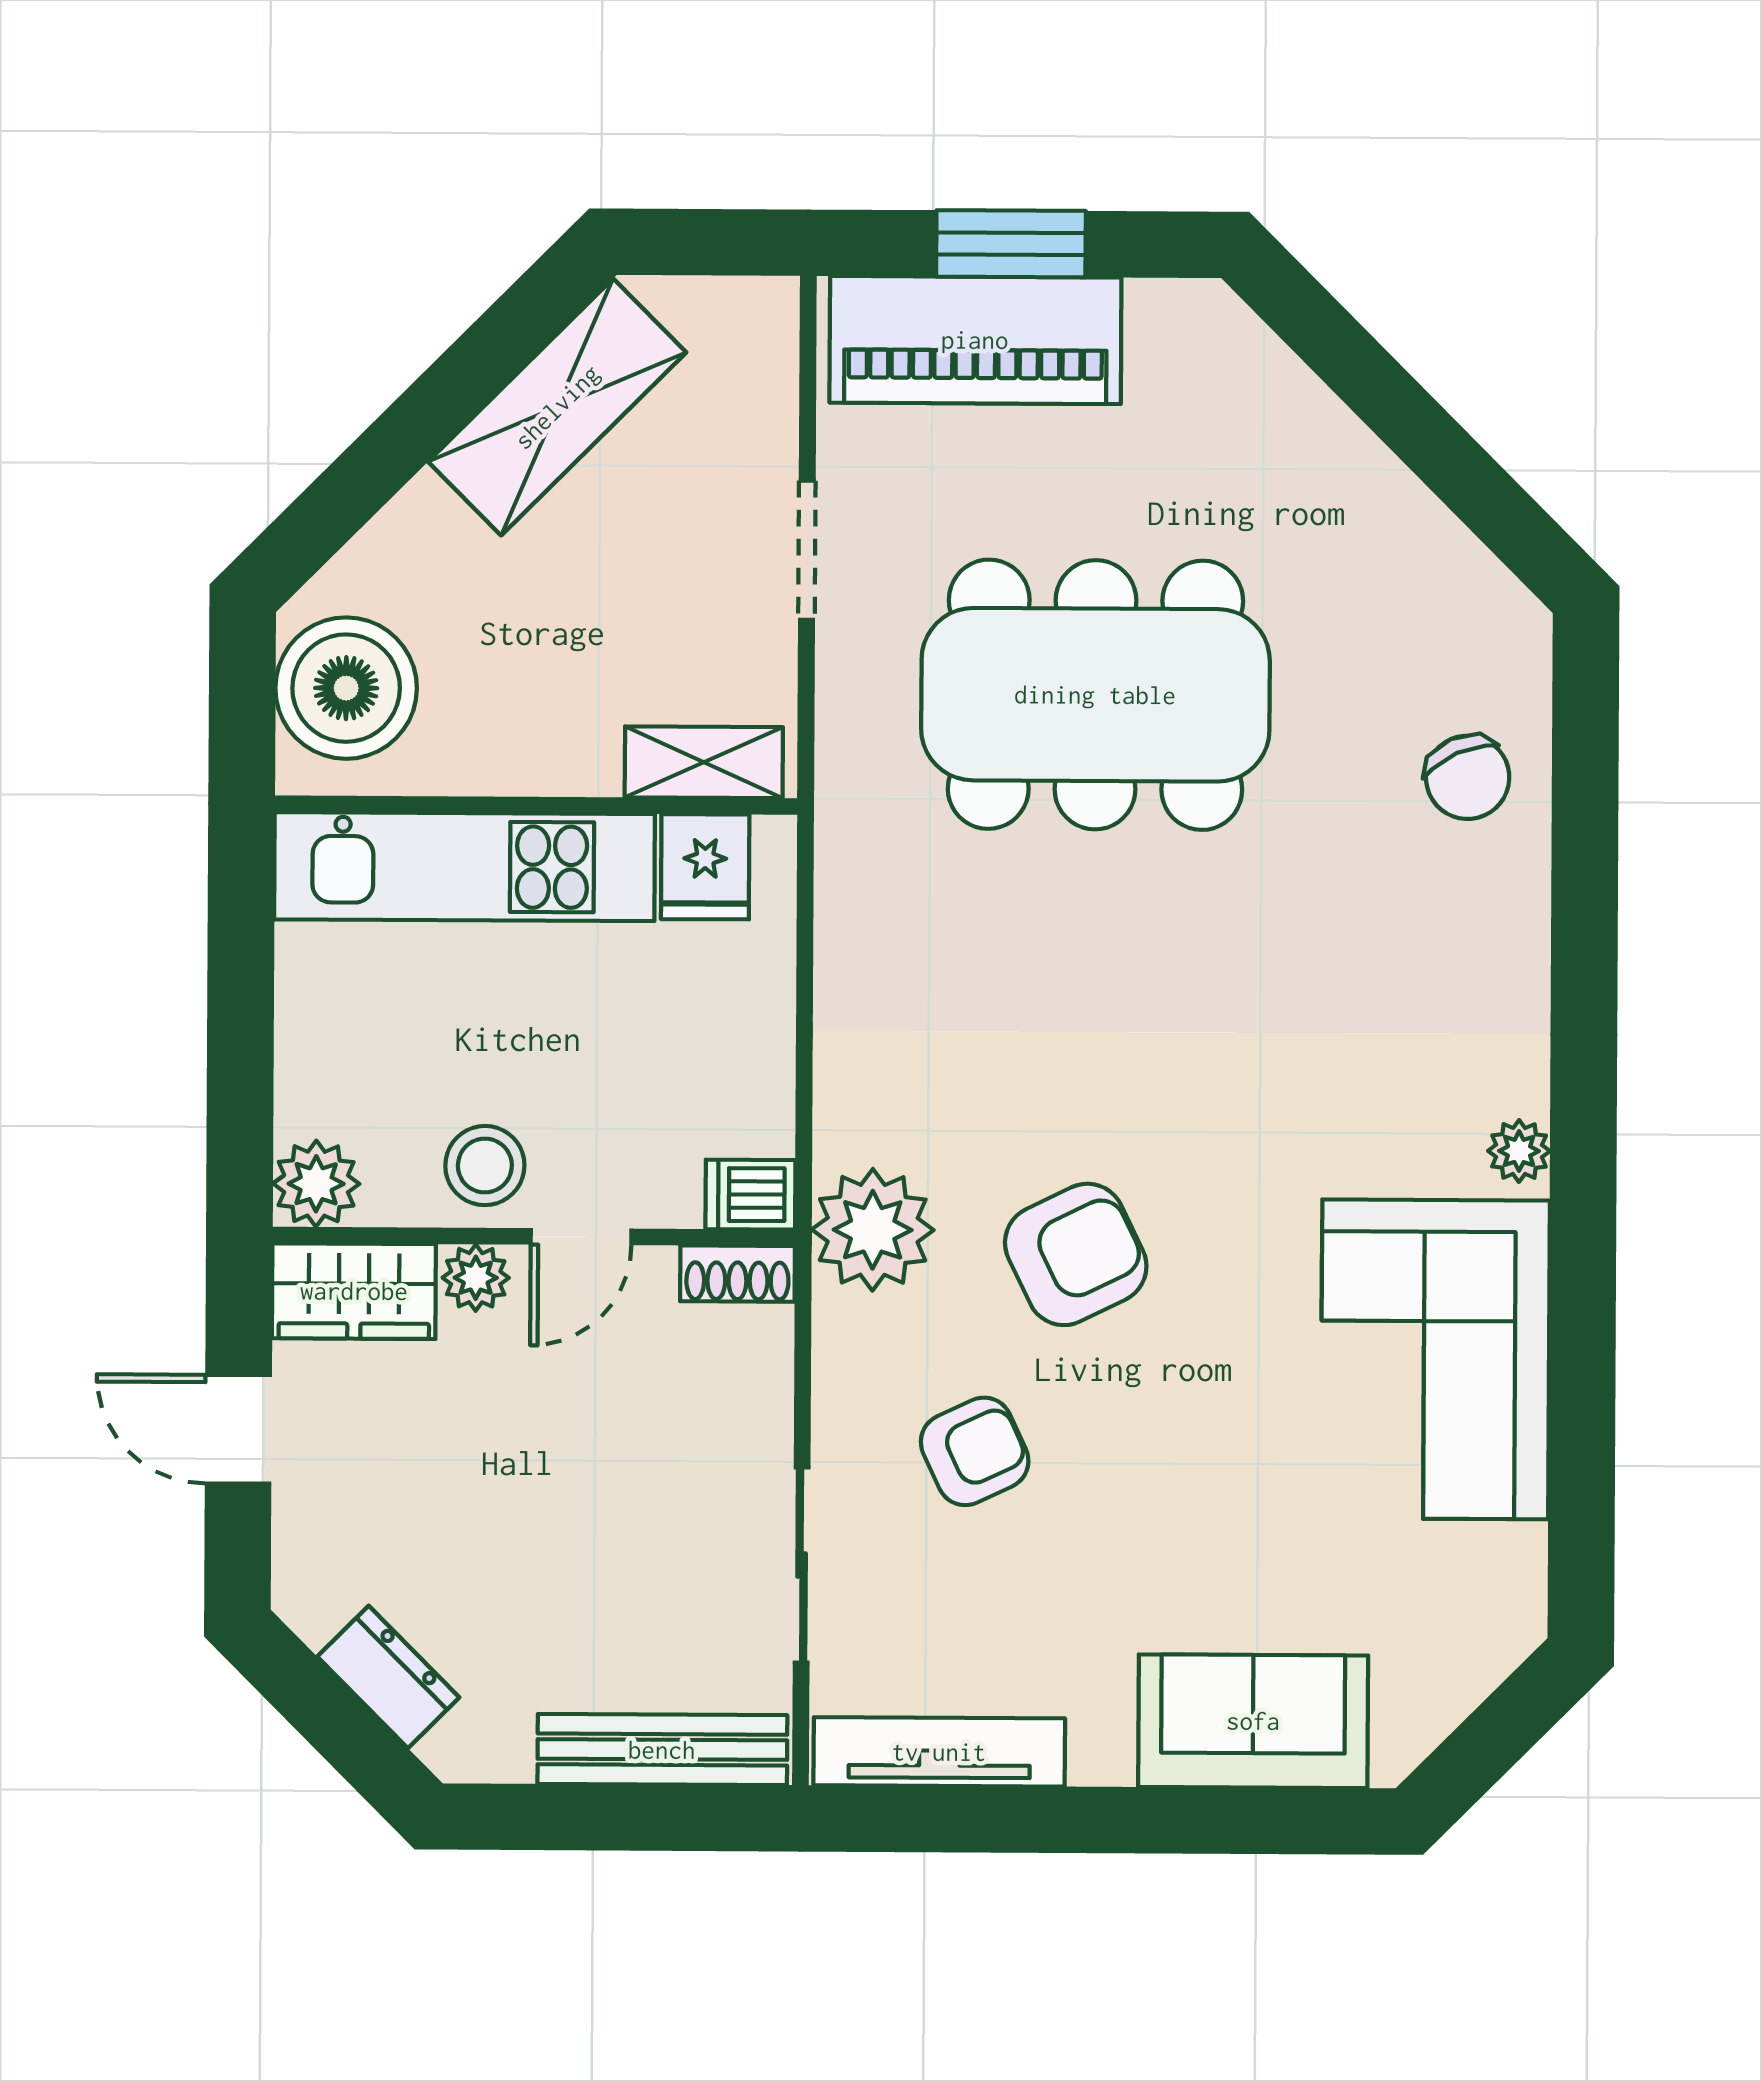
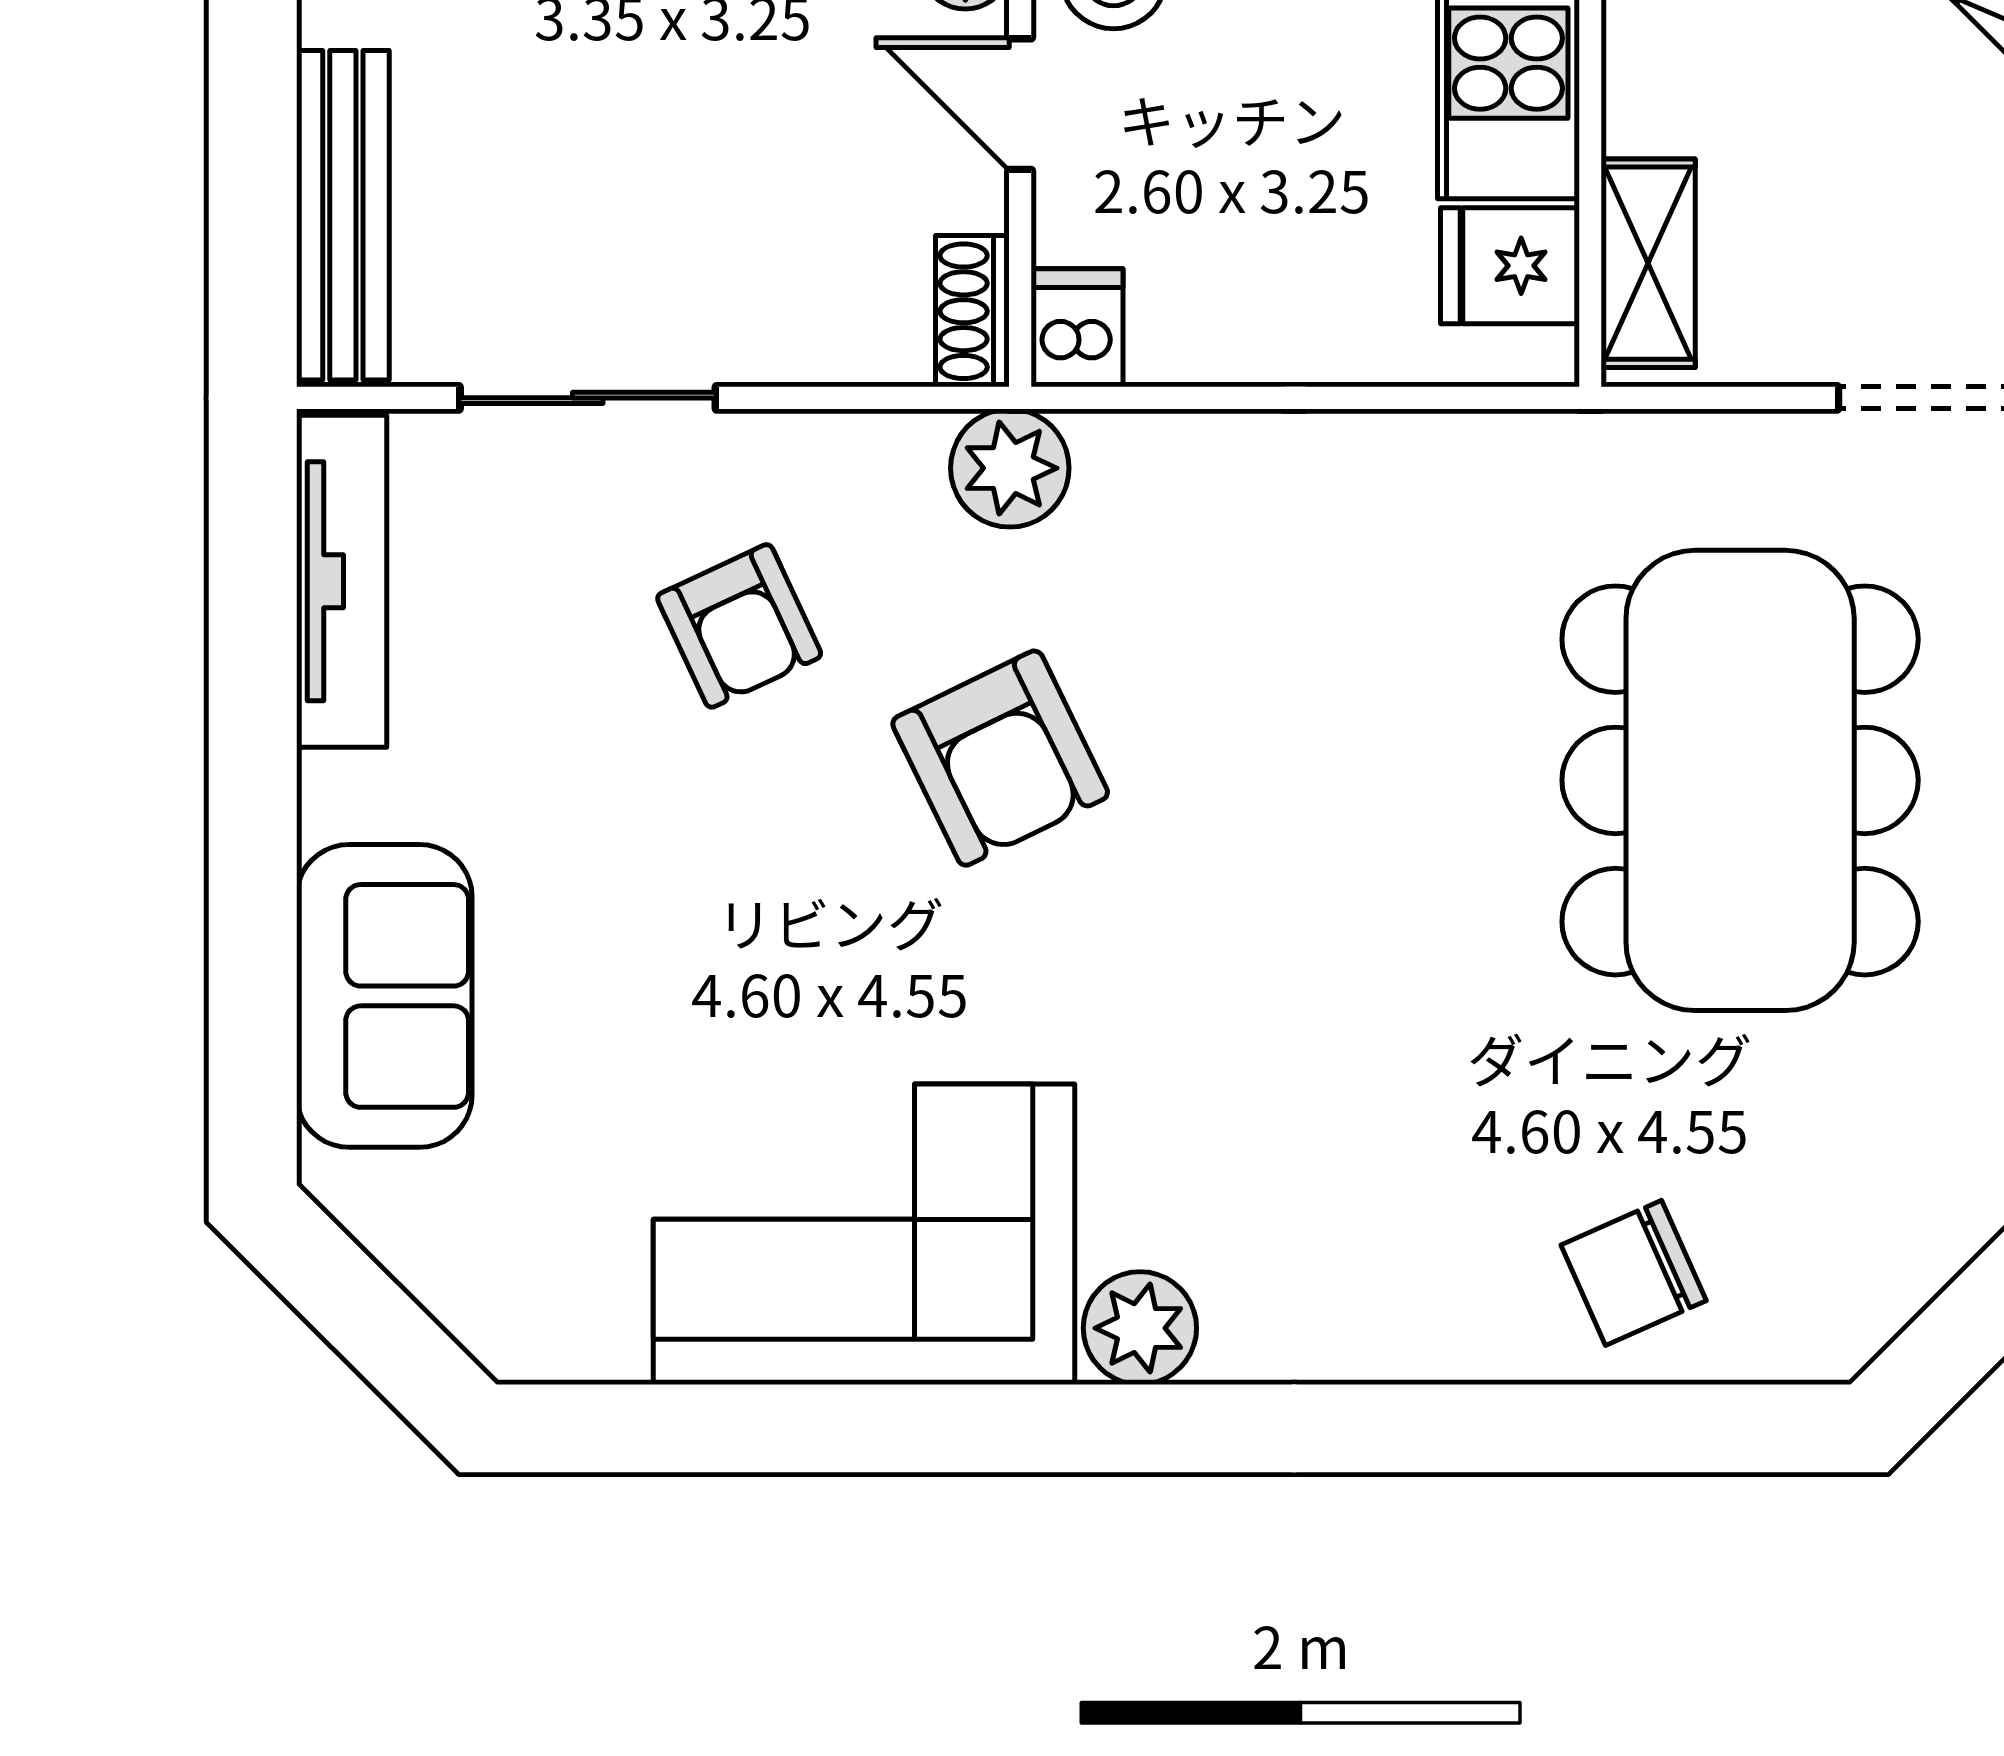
plant: (1519, 1151) -> (1140, 1328), width x1.38, depth x1.38
plant: (873, 1230) -> (1010, 468), width x0.73, depth x0.73

